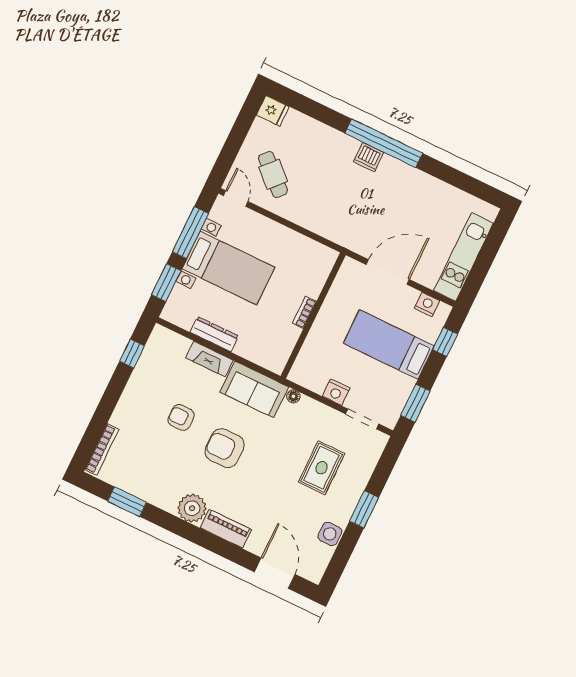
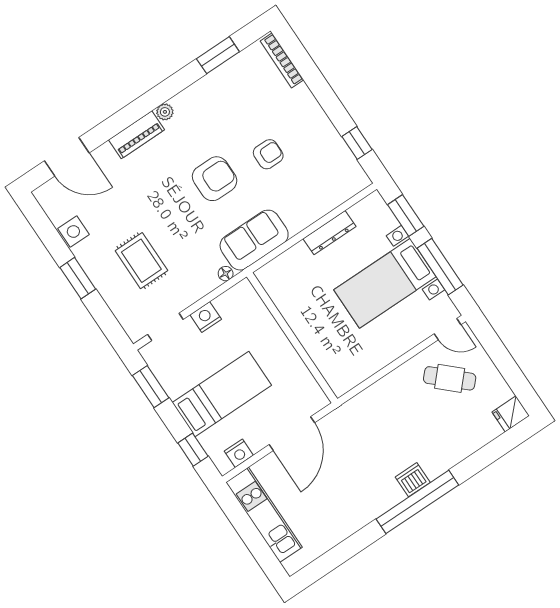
bookcase: (304, 312) -> (300, 331), removed
fireplace: (209, 359) -> (308, 214), removed
plant: (192, 508) -> (165, 112), width x0.53, depth x0.53

